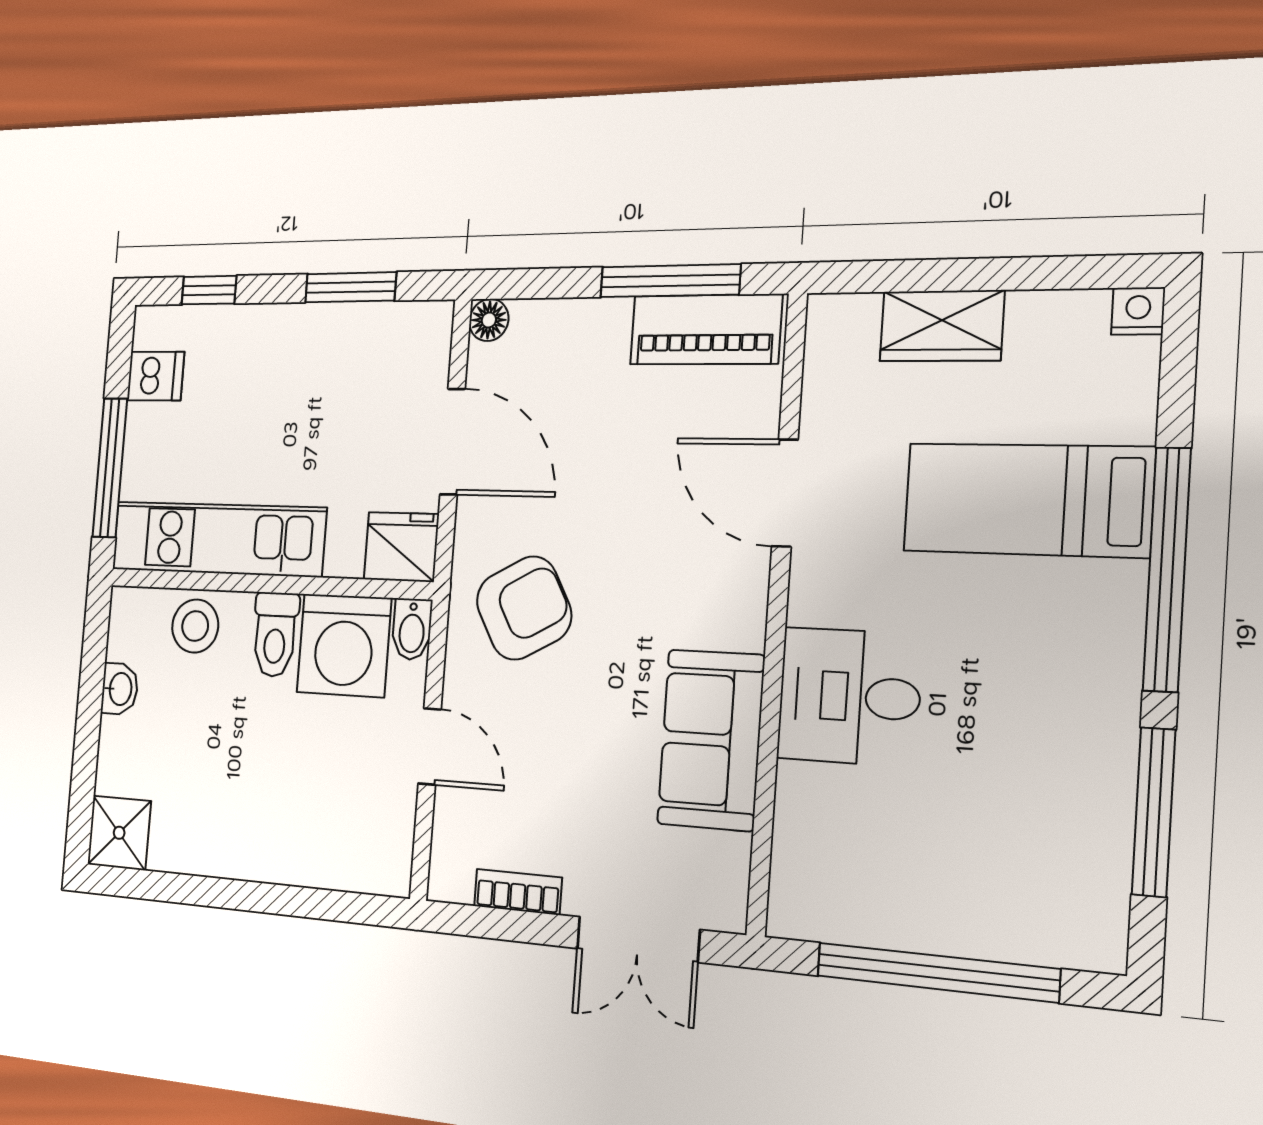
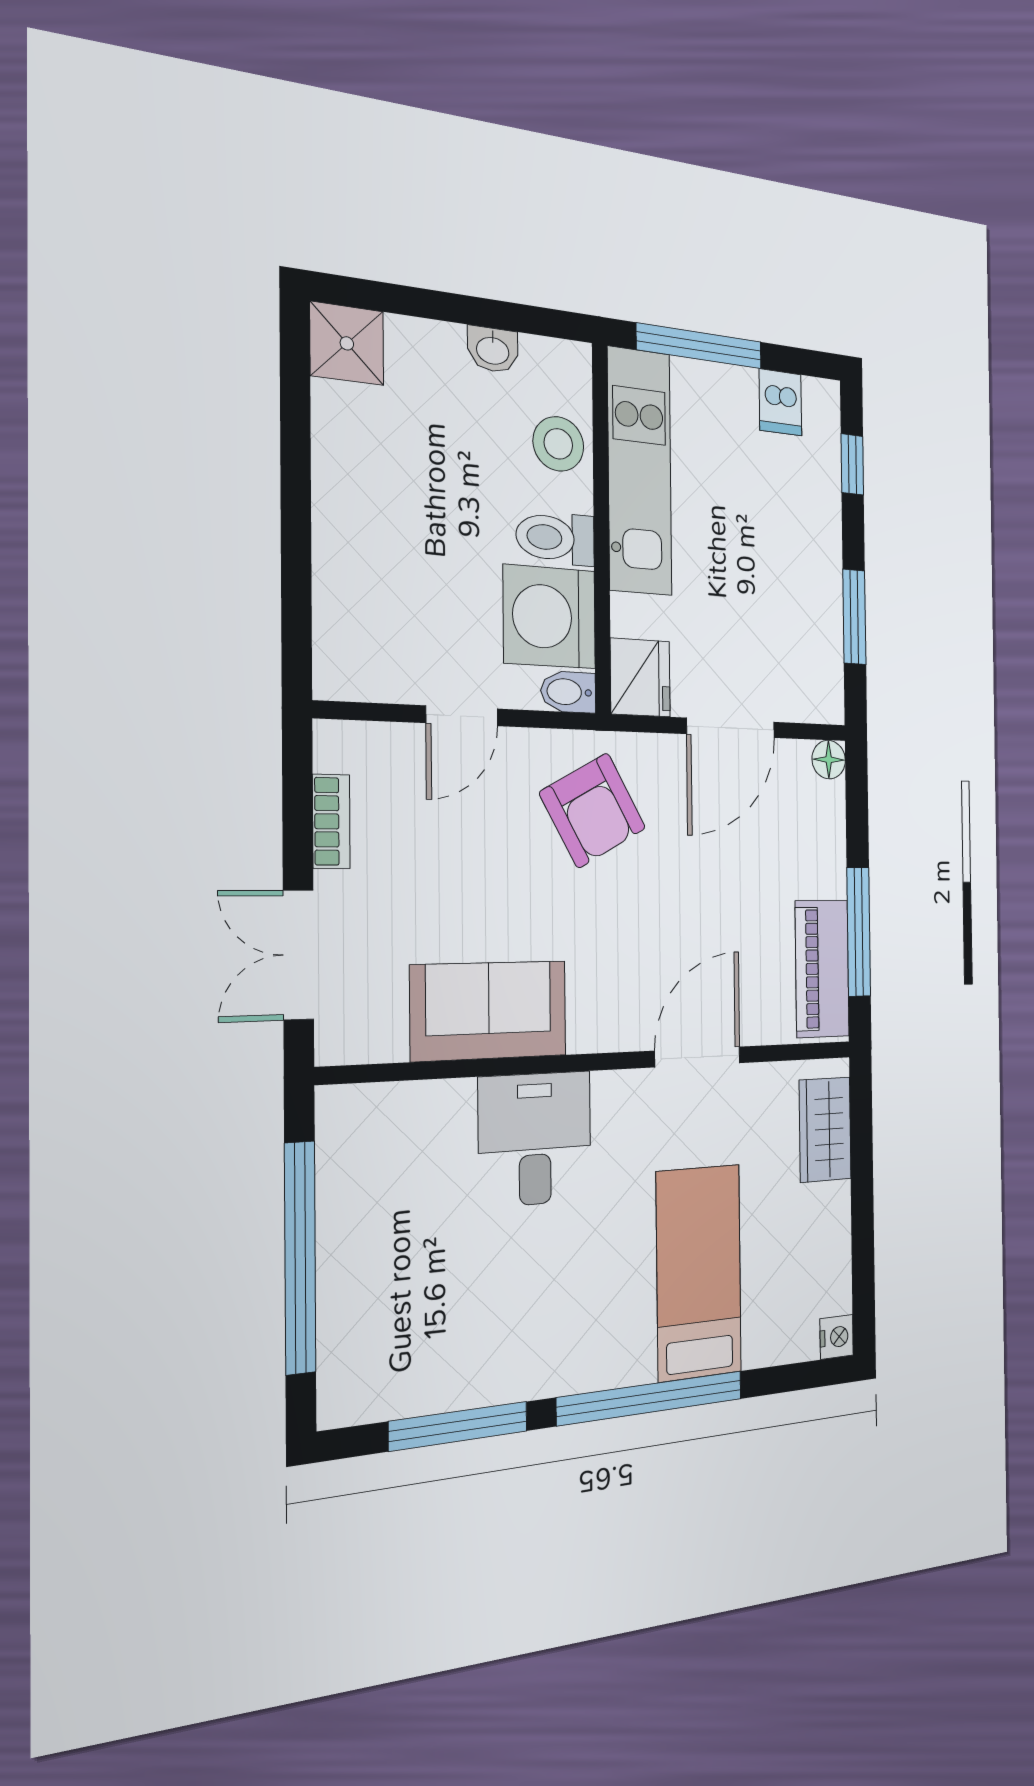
wardrobe: (942, 326) -> (825, 1129), moved

